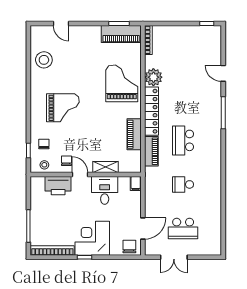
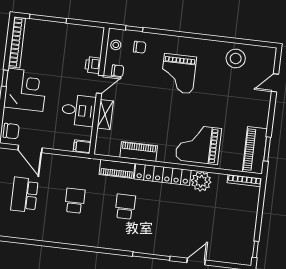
grand piano: (122, 83) -> (198, 144), turned 180
school desk: (183, 140) -> (125, 207), width x0.54
printer: (58, 186) -> (93, 65), width x0.53, depth x0.68

